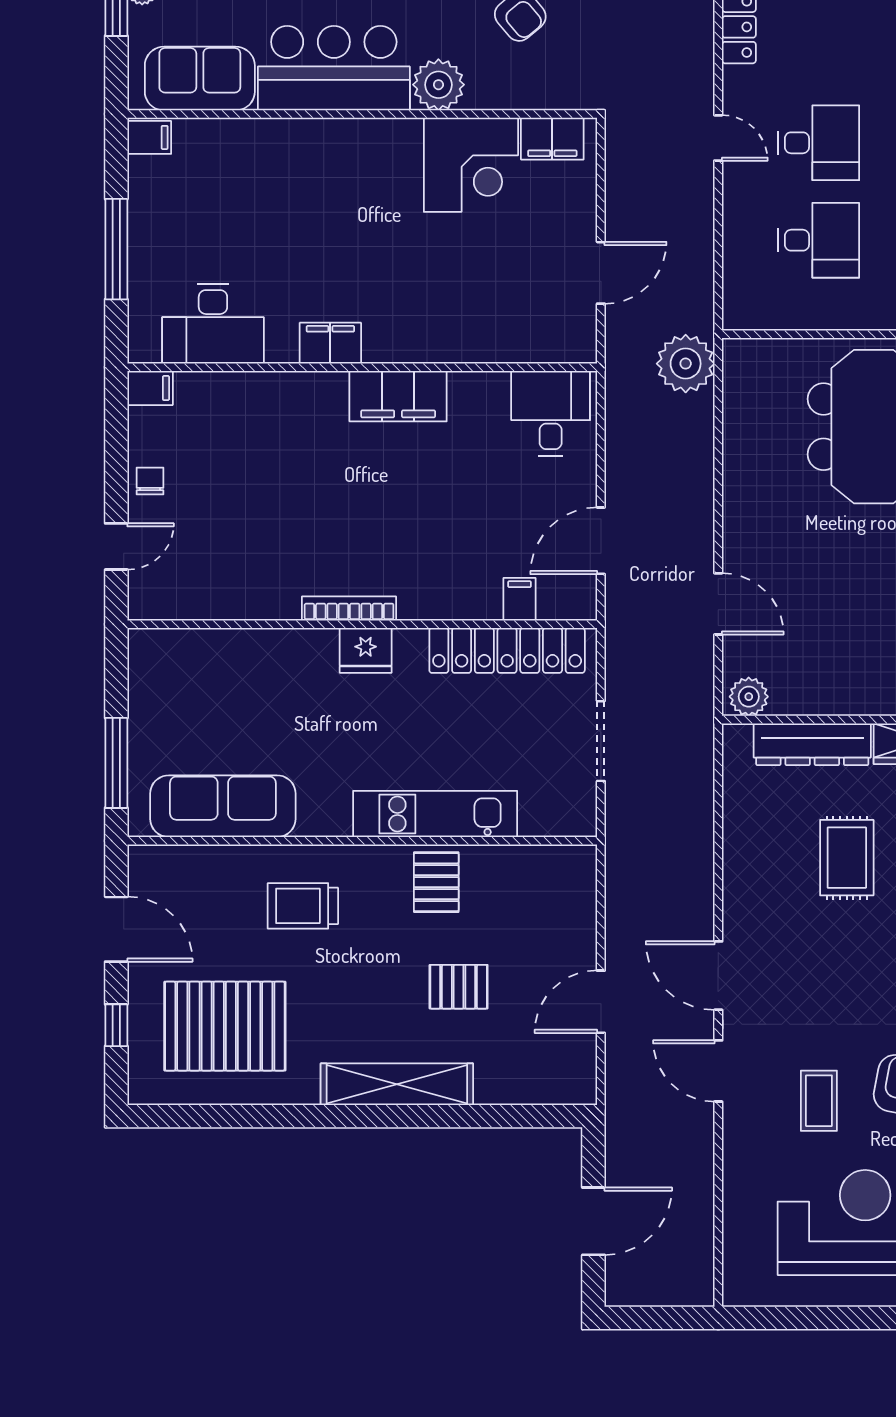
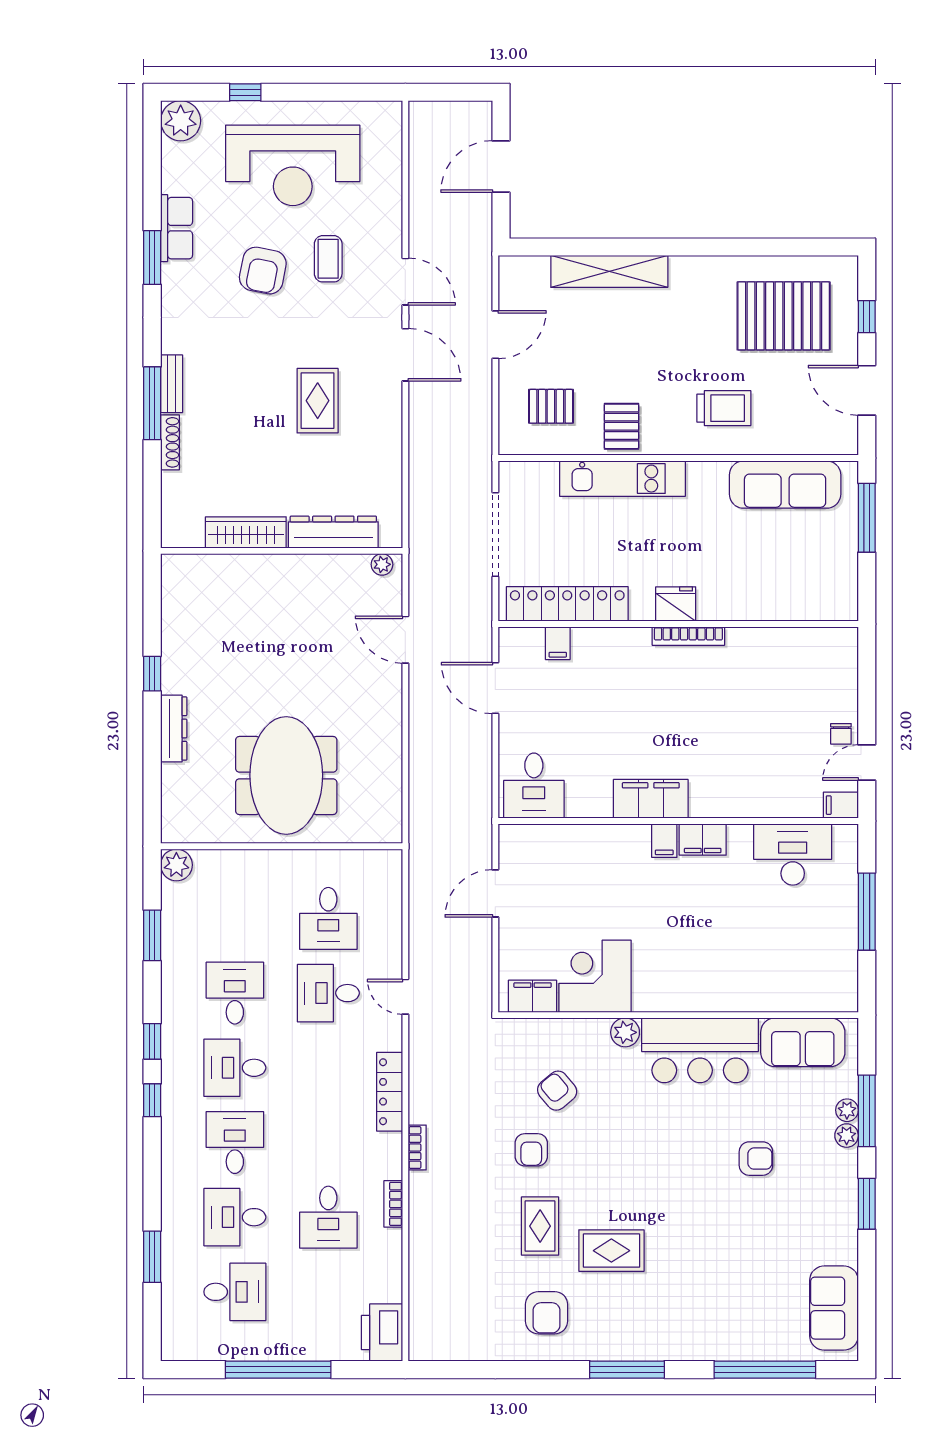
plant: (438, 85) -> (625, 1032), width x0.73, depth x0.73
filing cabinet: (149, 137) -> (664, 841), moved, turned -90
desk: (819, 240) -> (328, 918), turned -90
plant: (686, 364) -> (430, 824), removed
door: (601, 541) -> (495, 688), swing flipped
door: (116, 546) -> (867, 762), moved
plant: (749, 697) -> (382, 564), width x0.73, depth x0.73
doorway: (601, 741) -> (495, 534), width x1.36
rug: (847, 858) -> (318, 401), moved
pallet: (459, 987) -> (551, 406), moved
shelving: (397, 1084) -> (609, 271), moved

